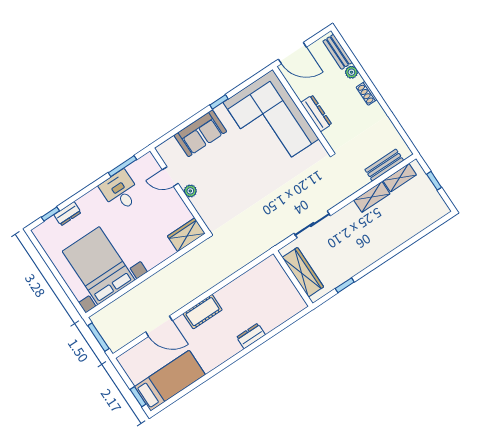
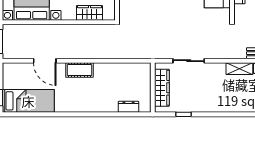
wardrobe: (186, 235) -> (90, 13), moved
dresser: (251, 336) -> (129, 107), moved

